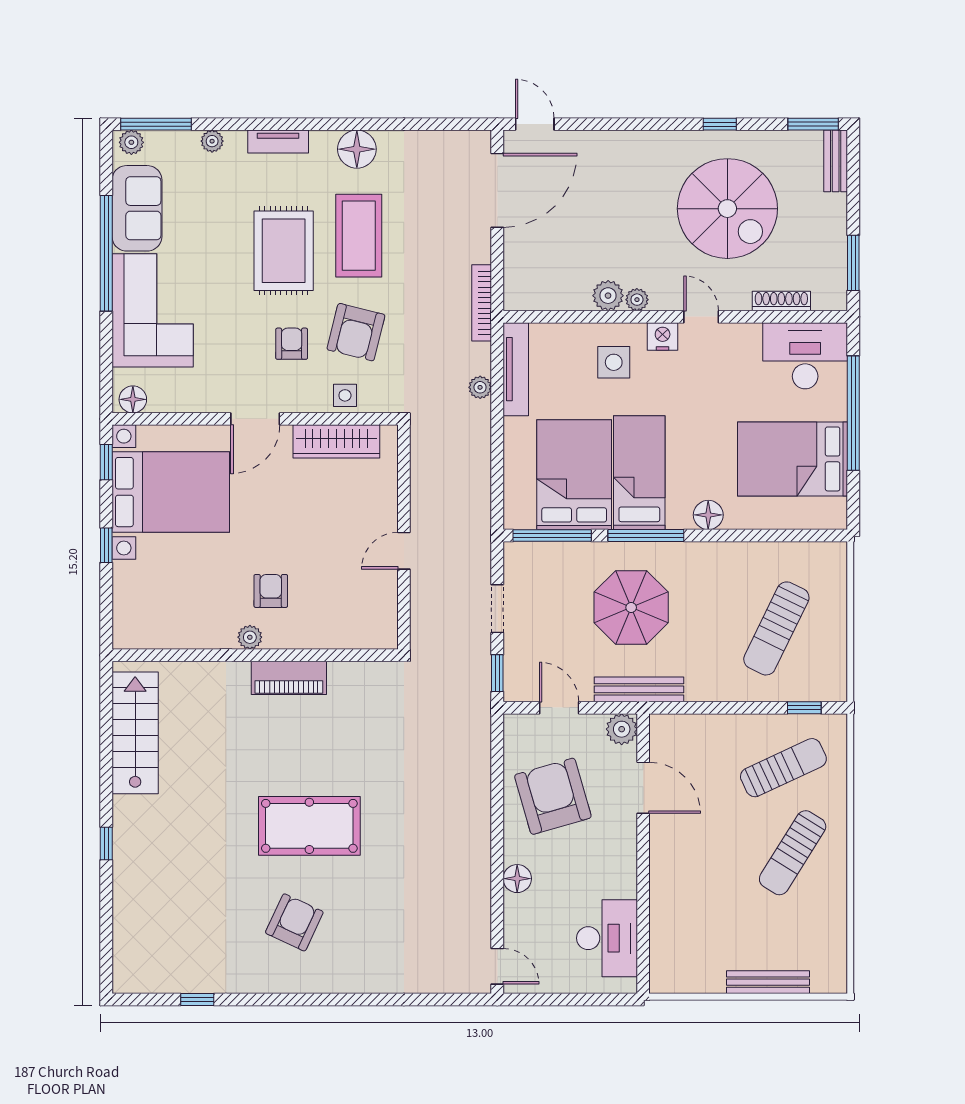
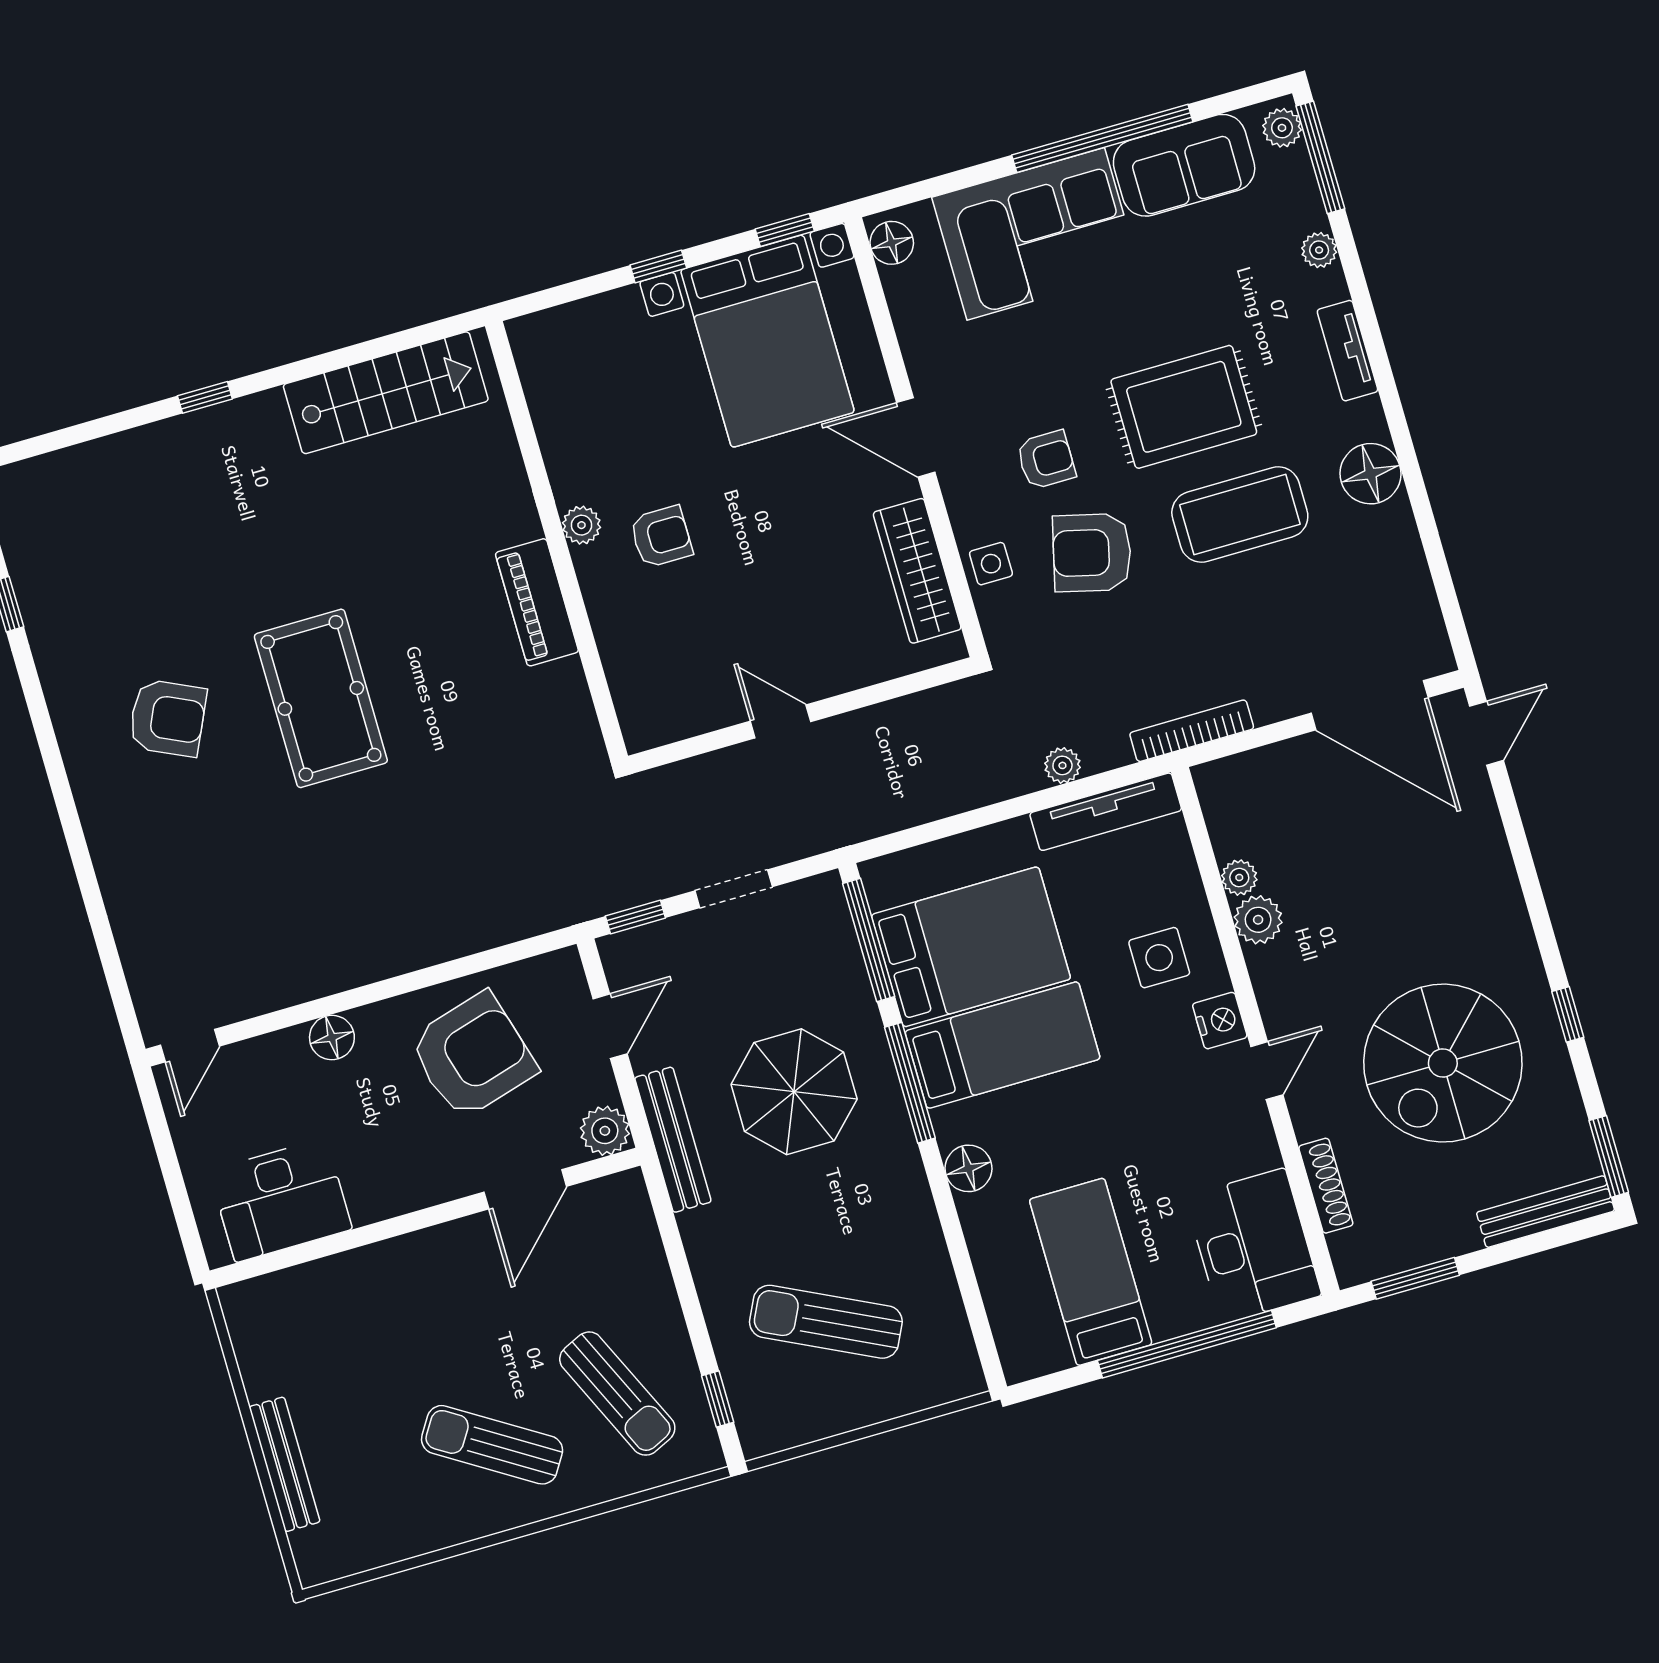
bench: (836, 161) -> (1546, 1212), width x1.36
plant: (637, 300) -> (1239, 878), moved
bed: (792, 459) -> (1091, 1272), width x0.67

